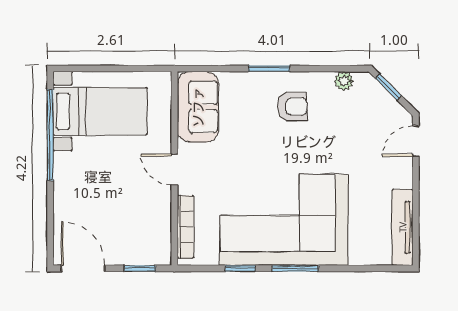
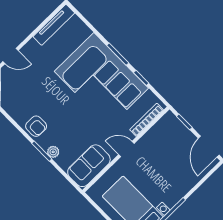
plant: (344, 81) -> (53, 152), moved
armchair: (292, 107) -> (36, 126), moved, turned 180
door: (174, 170) -> (126, 149), swing flipped

